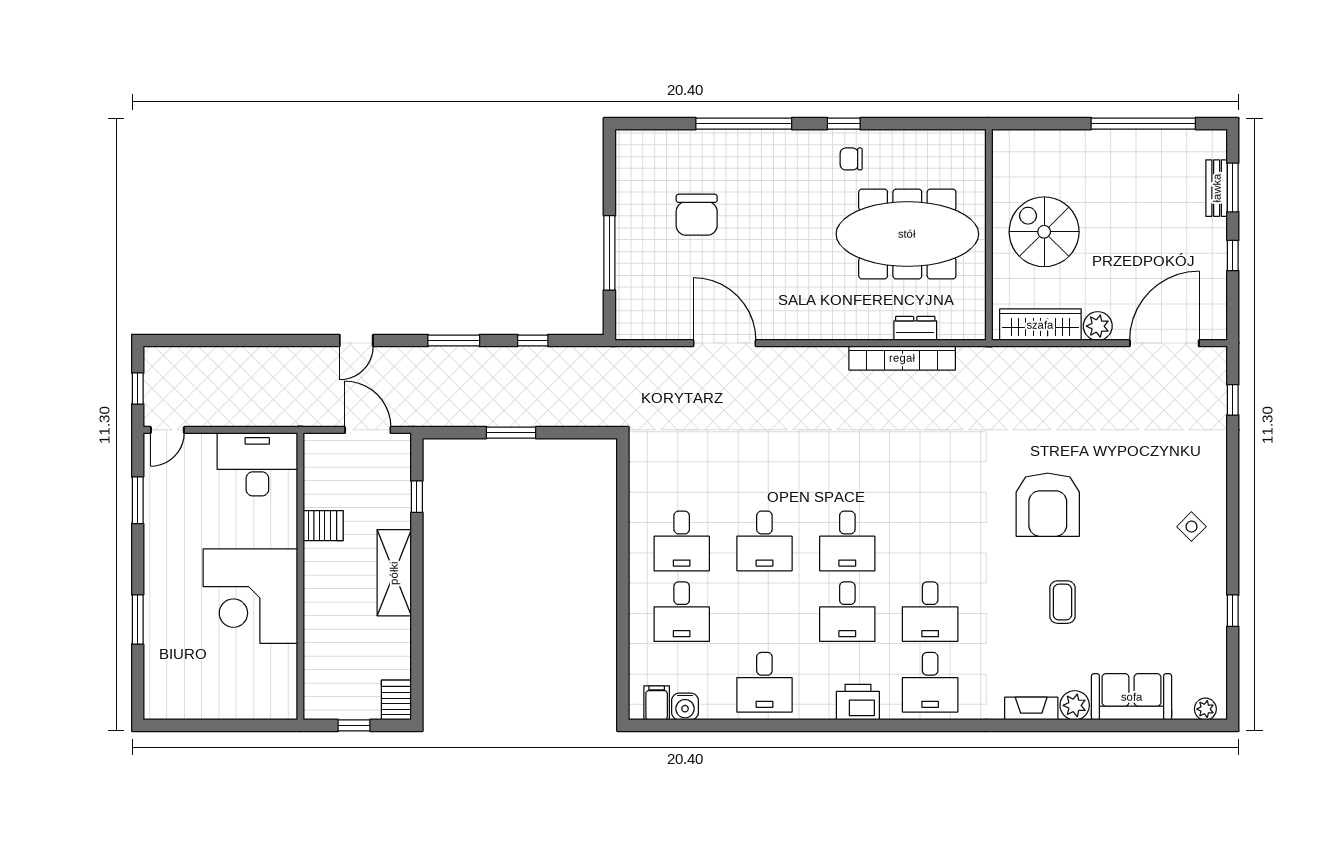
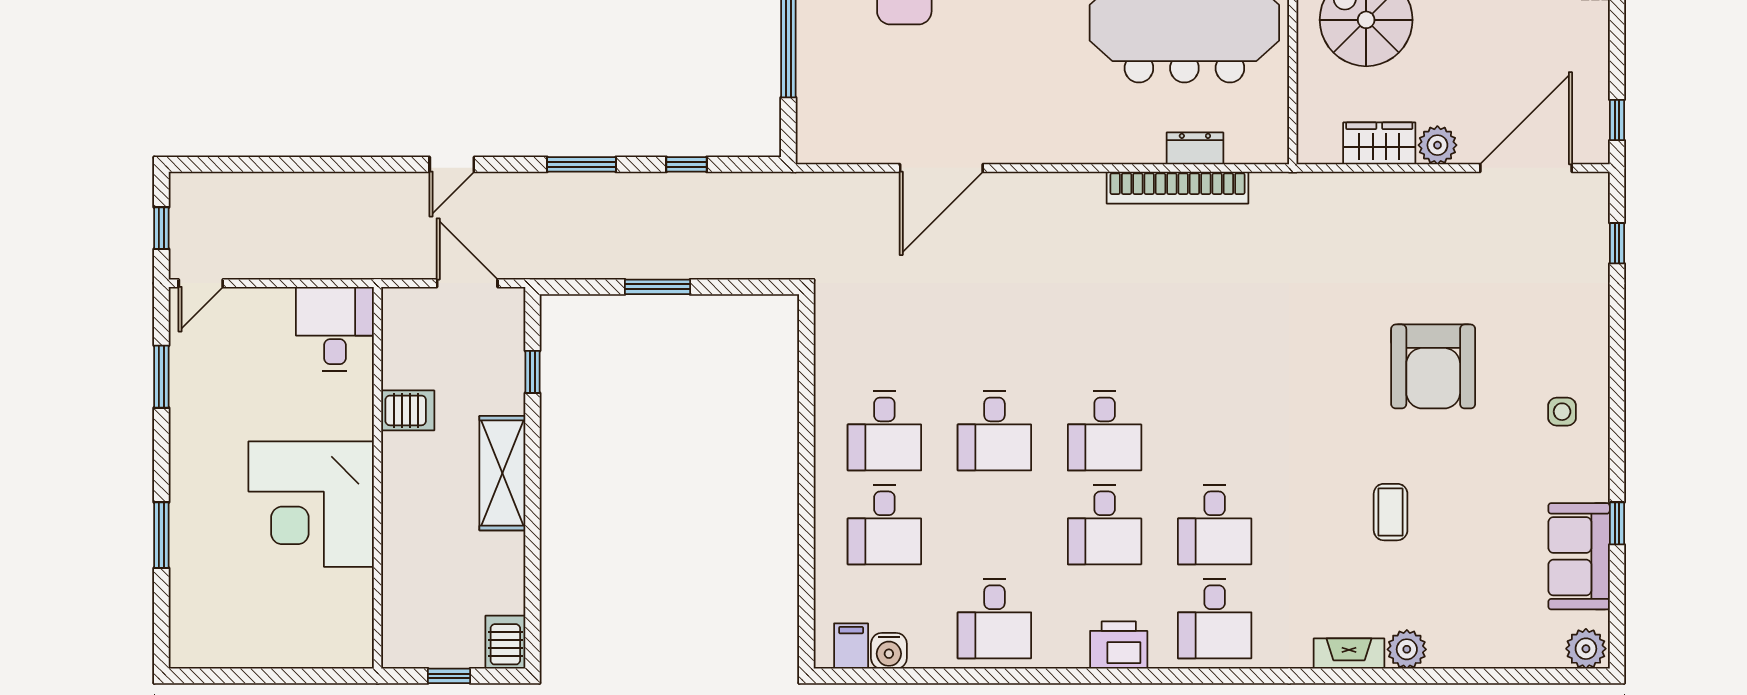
window: (1233, 255) -> (1617, 120), moved
wardrobe: (1040, 325) -> (1379, 143), width x0.67
door: (724, 343) -> (941, 168), swing flipped
desk: (257, 464) -> (335, 329), width x0.73
armchair: (1048, 505) -> (1433, 366), moved
side table: (1191, 527) -> (1562, 412), turned 45
sofa: (1132, 697) -> (1579, 556), moved, turned -90
plant: (1205, 709) -> (1586, 649), width x1.38, depth x1.38

